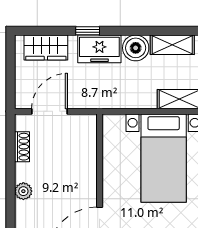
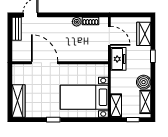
freezer: (99, 49) -> (118, 59), moved, turned 180
plant: (23, 191) -> (77, 22), moved

